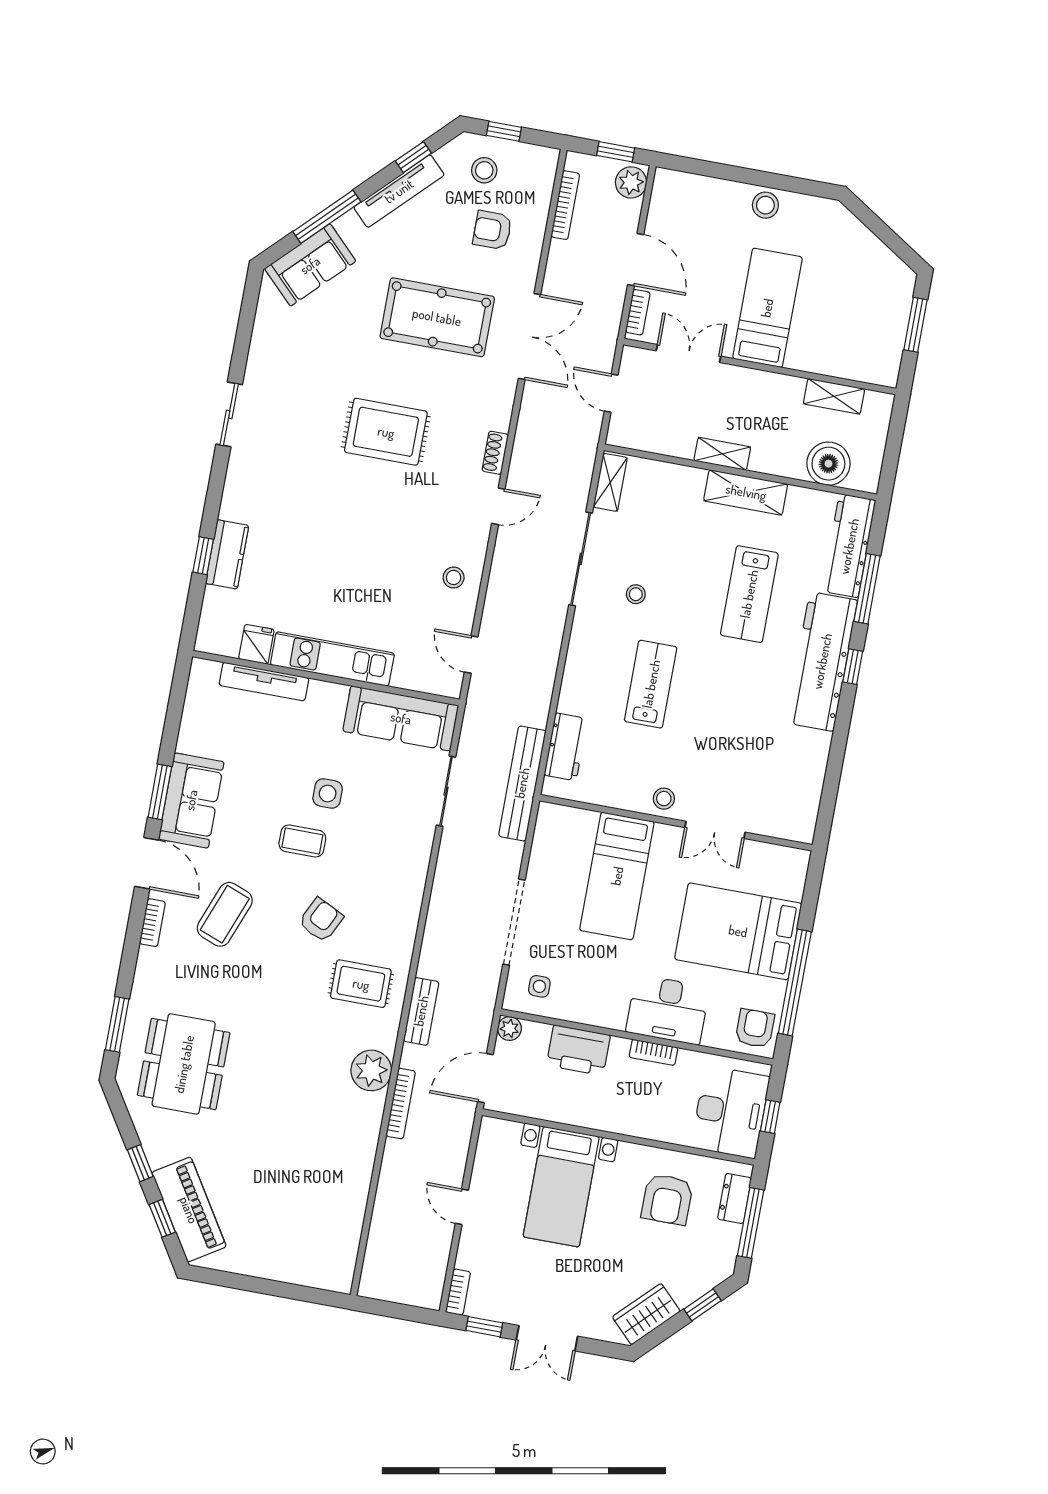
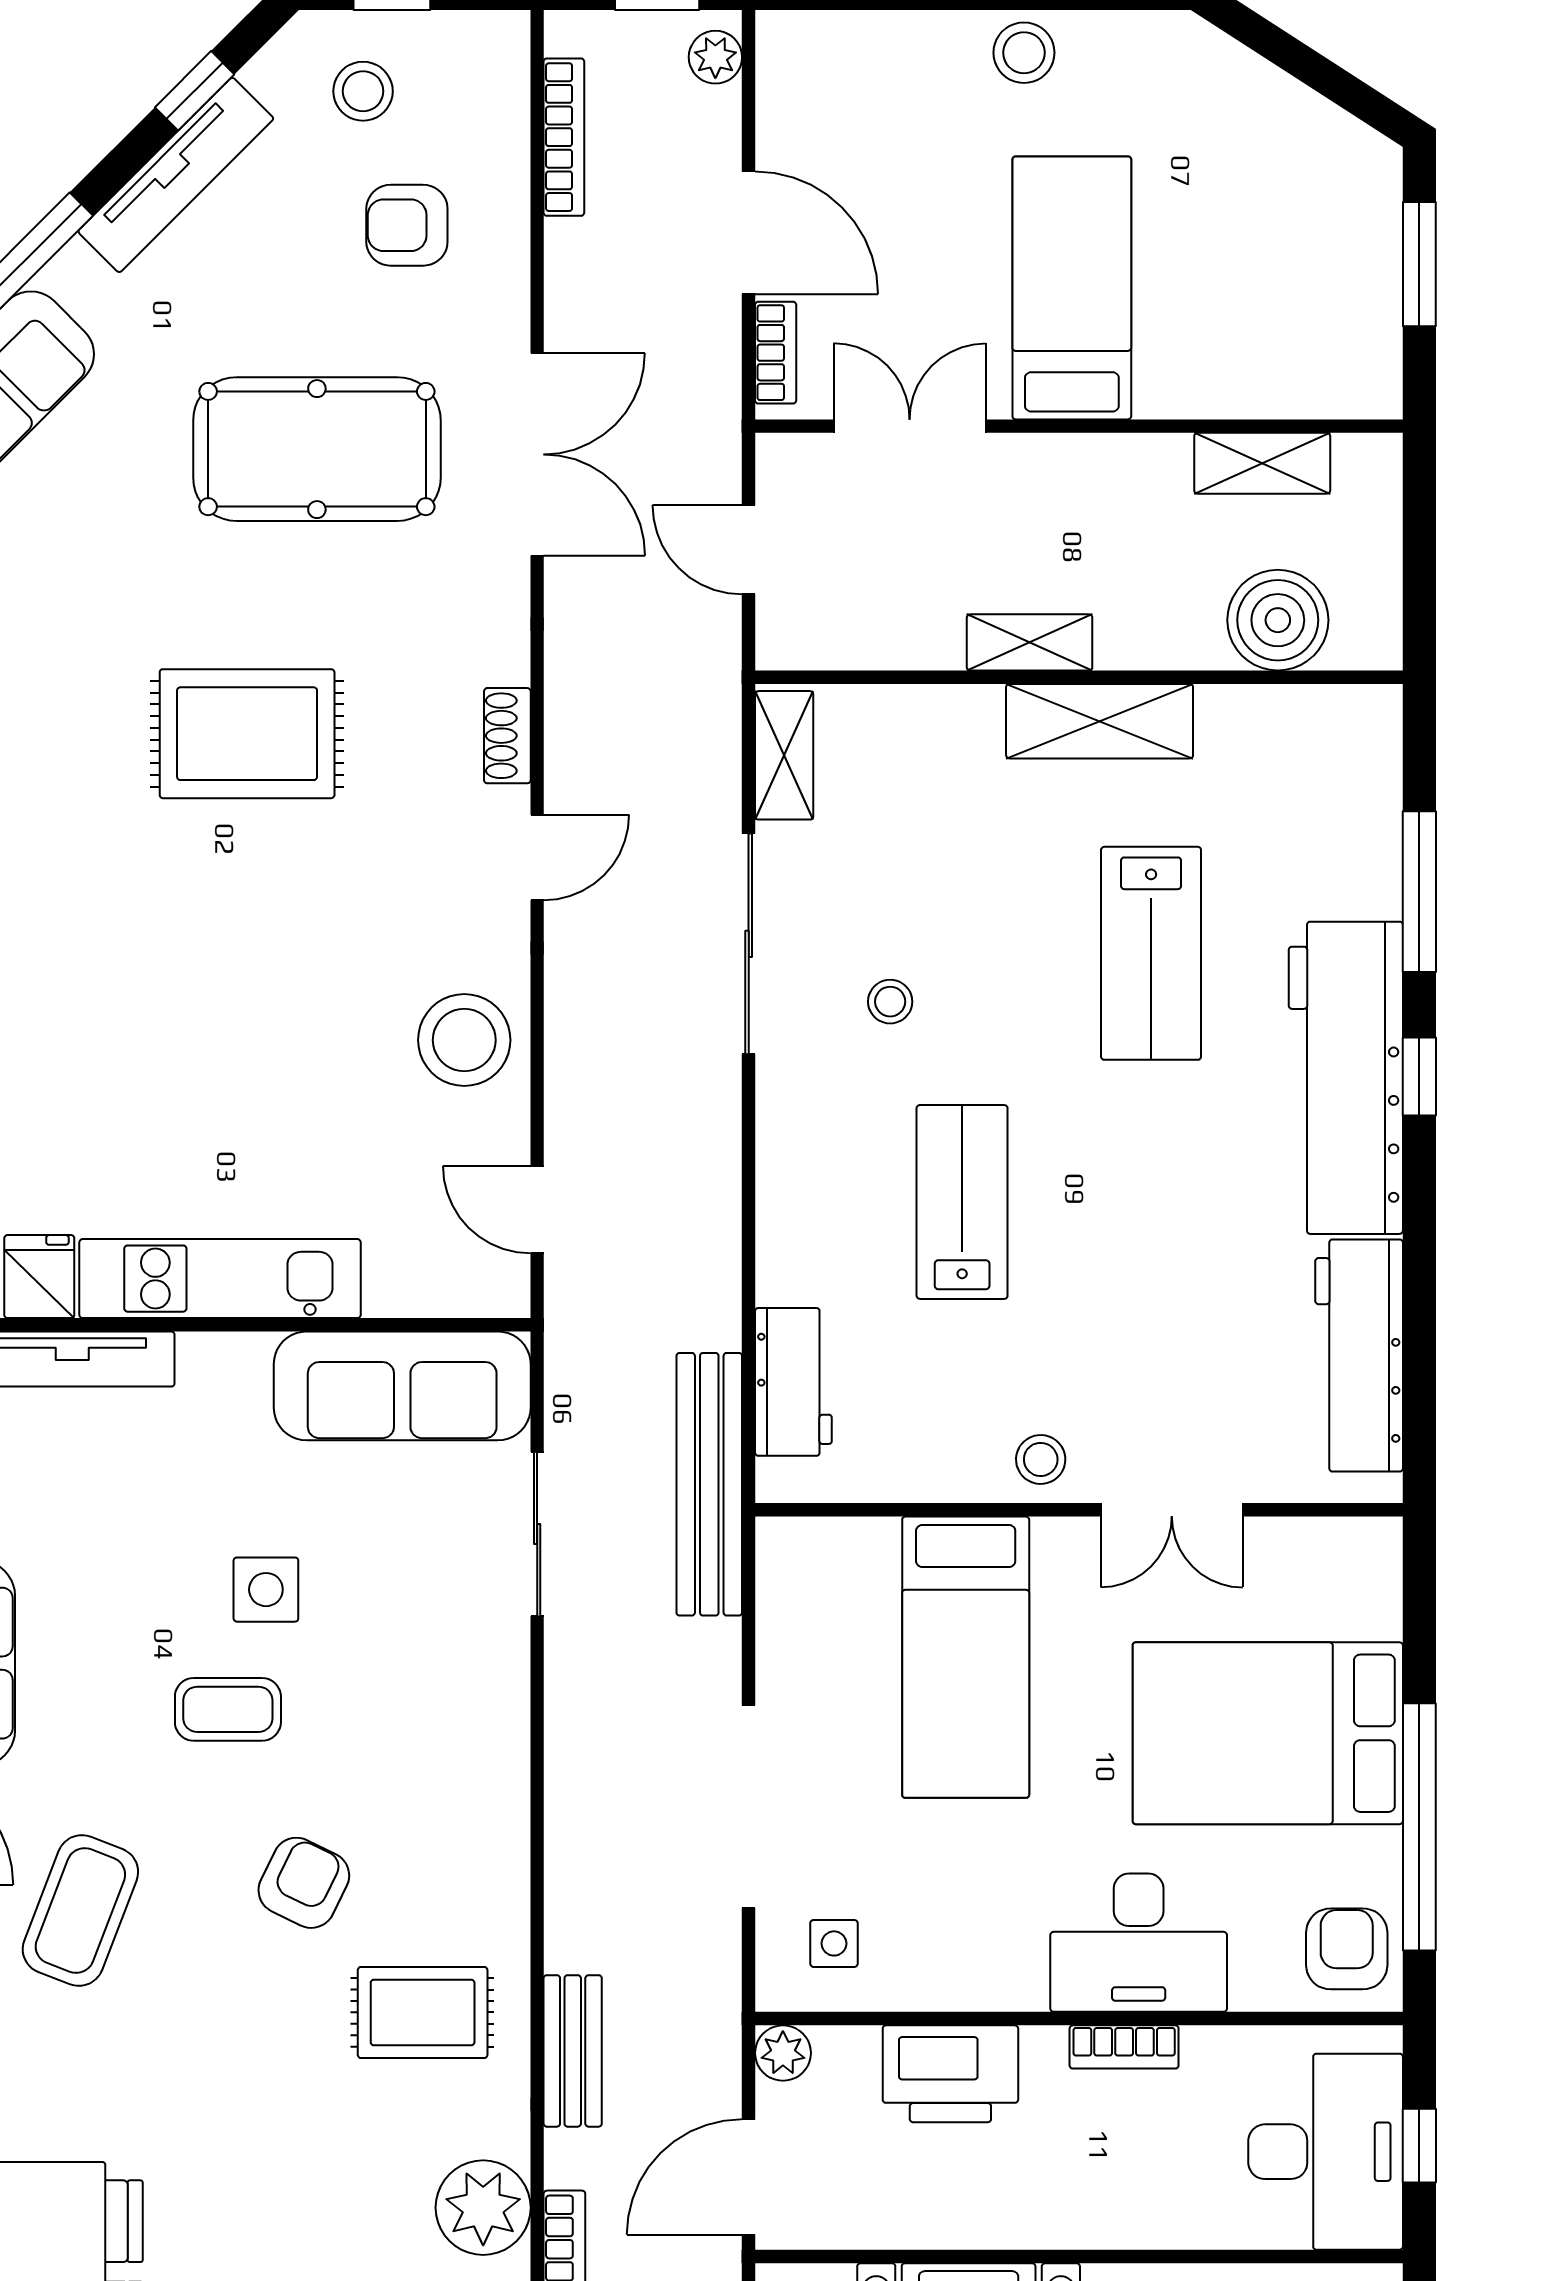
plant: (631, 182) -> (715, 57), width x0.73, depth x0.73
workbench: (849, 546) -> (1359, 1356), moved
stool: (454, 577) -> (464, 1040), width x1.89, depth x1.89

